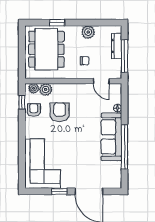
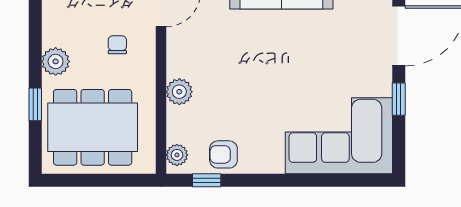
plant: (88, 32) -> (56, 61), moved
plant: (46, 89) -> (179, 92), moved
armchair: (60, 112) -> (228, 99), removed

